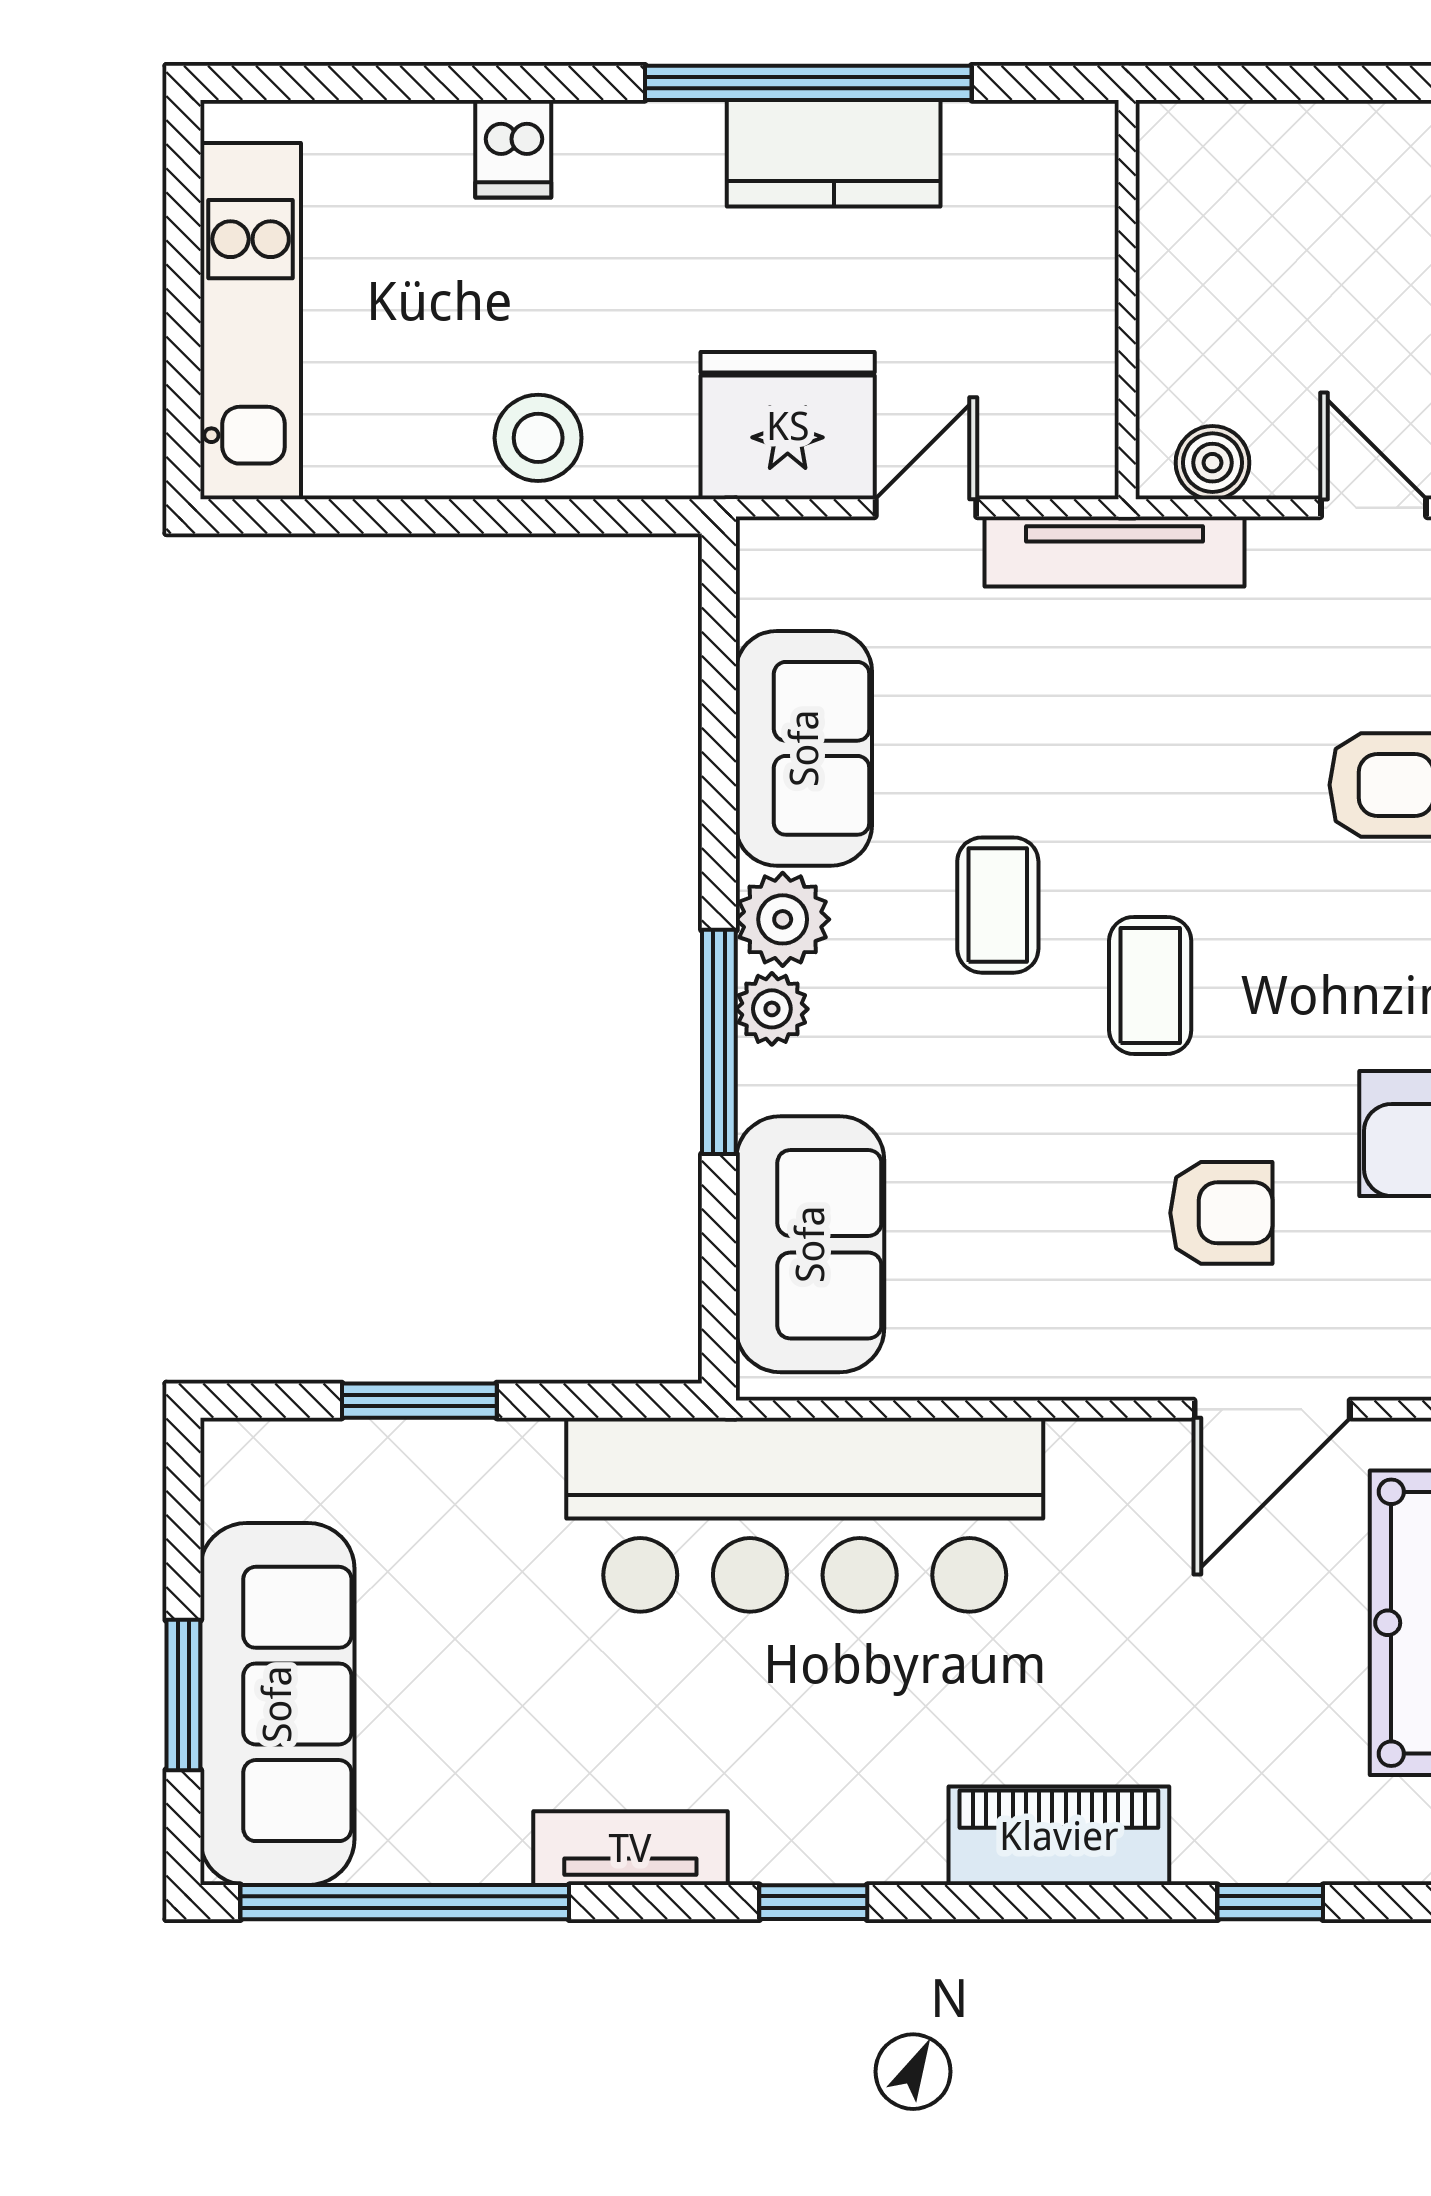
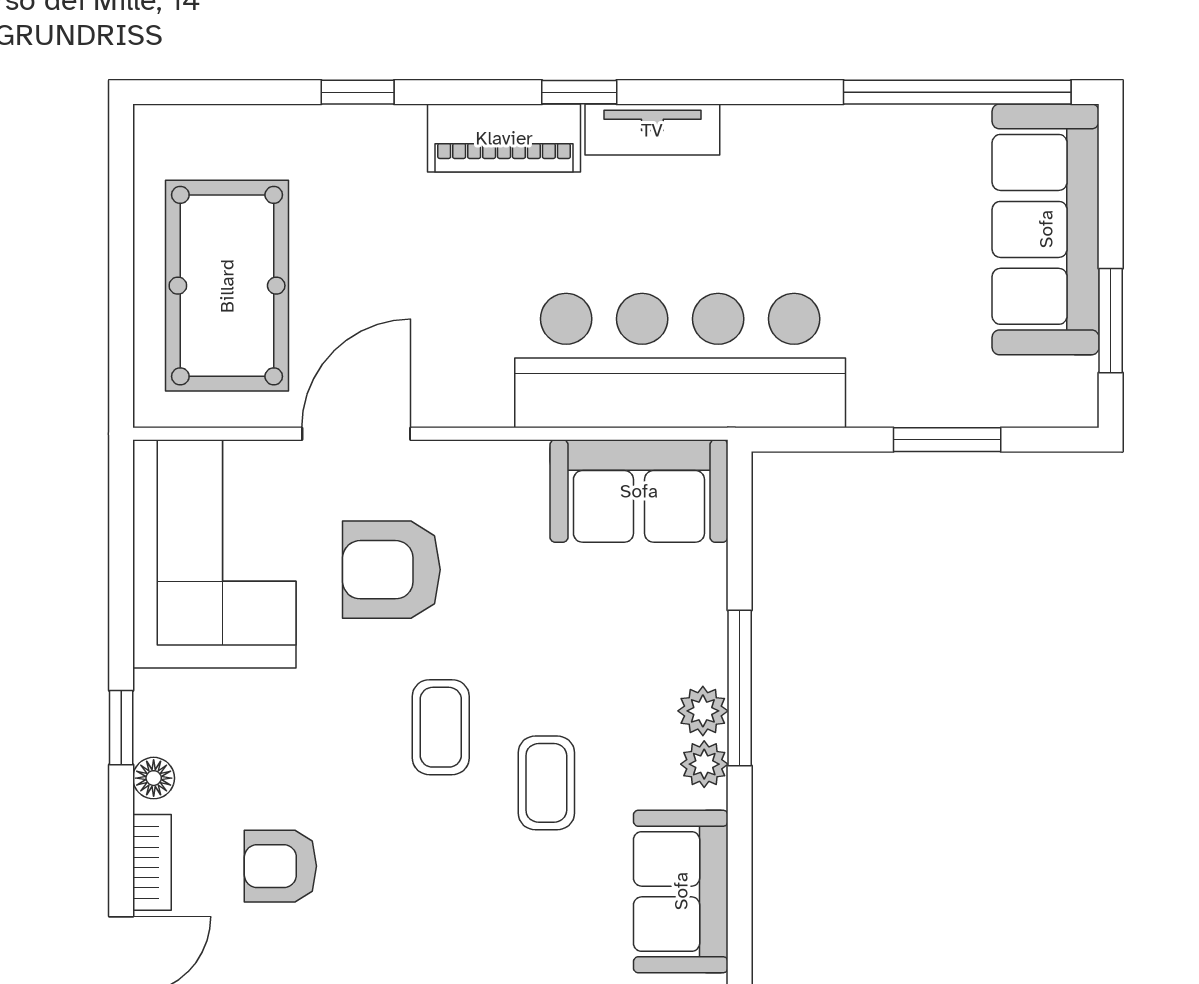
plant: (783, 919) -> (704, 764), width x0.73, depth x0.73
armchair: (1221, 1213) -> (391, 570), width x1.38, depth x1.38
sofa: (810, 1244) -> (639, 491), moved, turned -90
window: (183, 1695) -> (1111, 321), moved
tv unit: (630, 1848) -> (652, 130), moved
window: (813, 1902) -> (579, 92), moved

